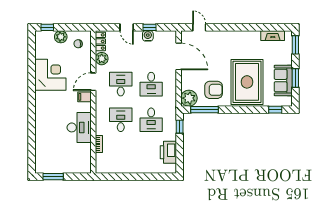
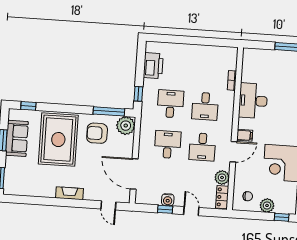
fireplace: (273, 36) -> (70, 193), moved

